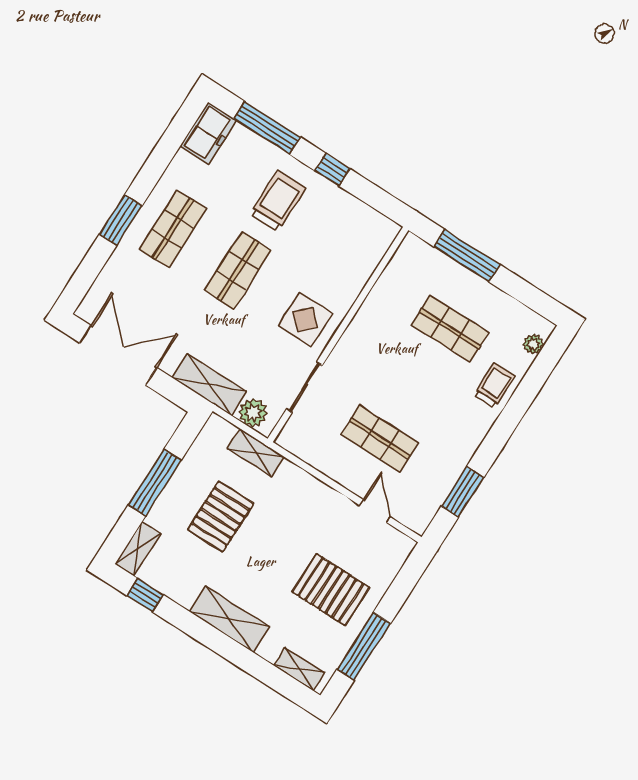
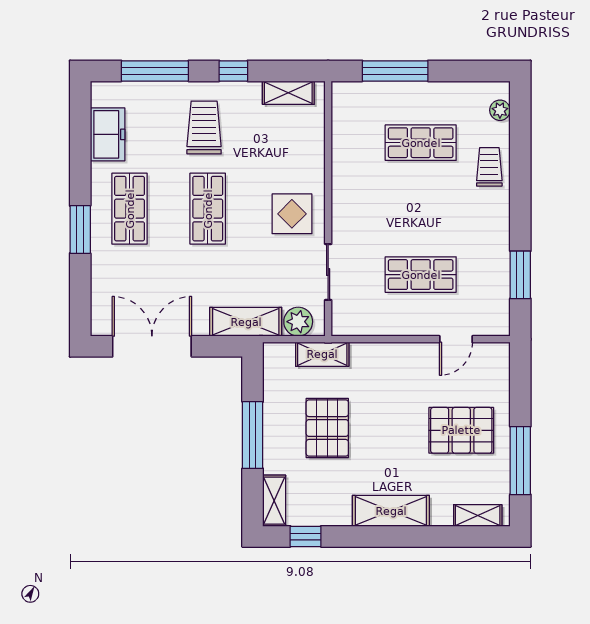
freezer: (208, 133) -> (108, 134), moved
shelving: (366, 217) -> (288, 93), added
door: (375, 511) -> (456, 339), swing flipped

